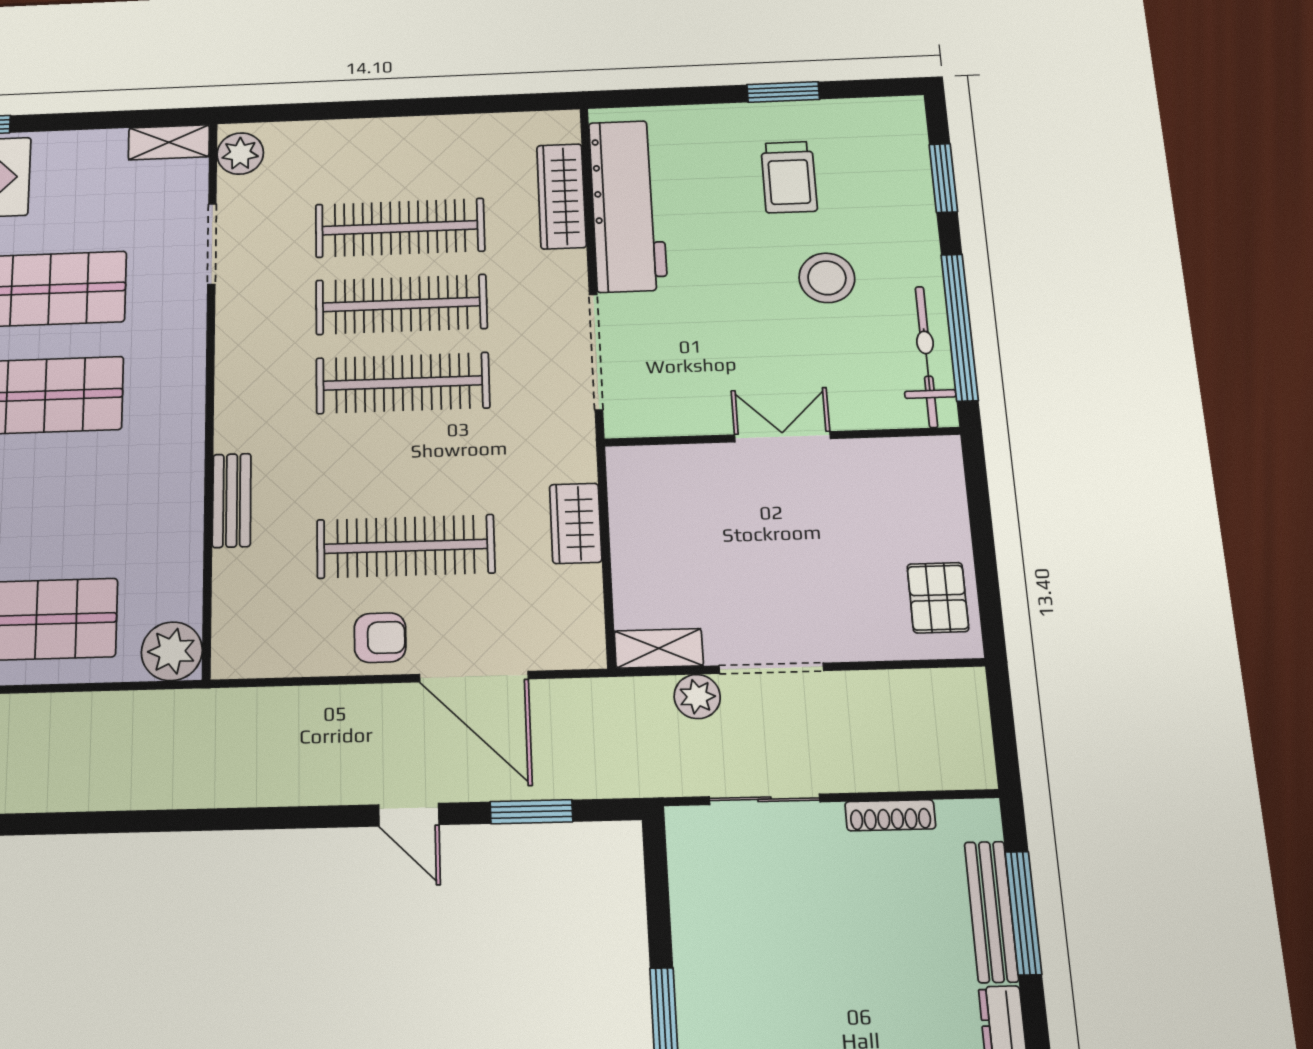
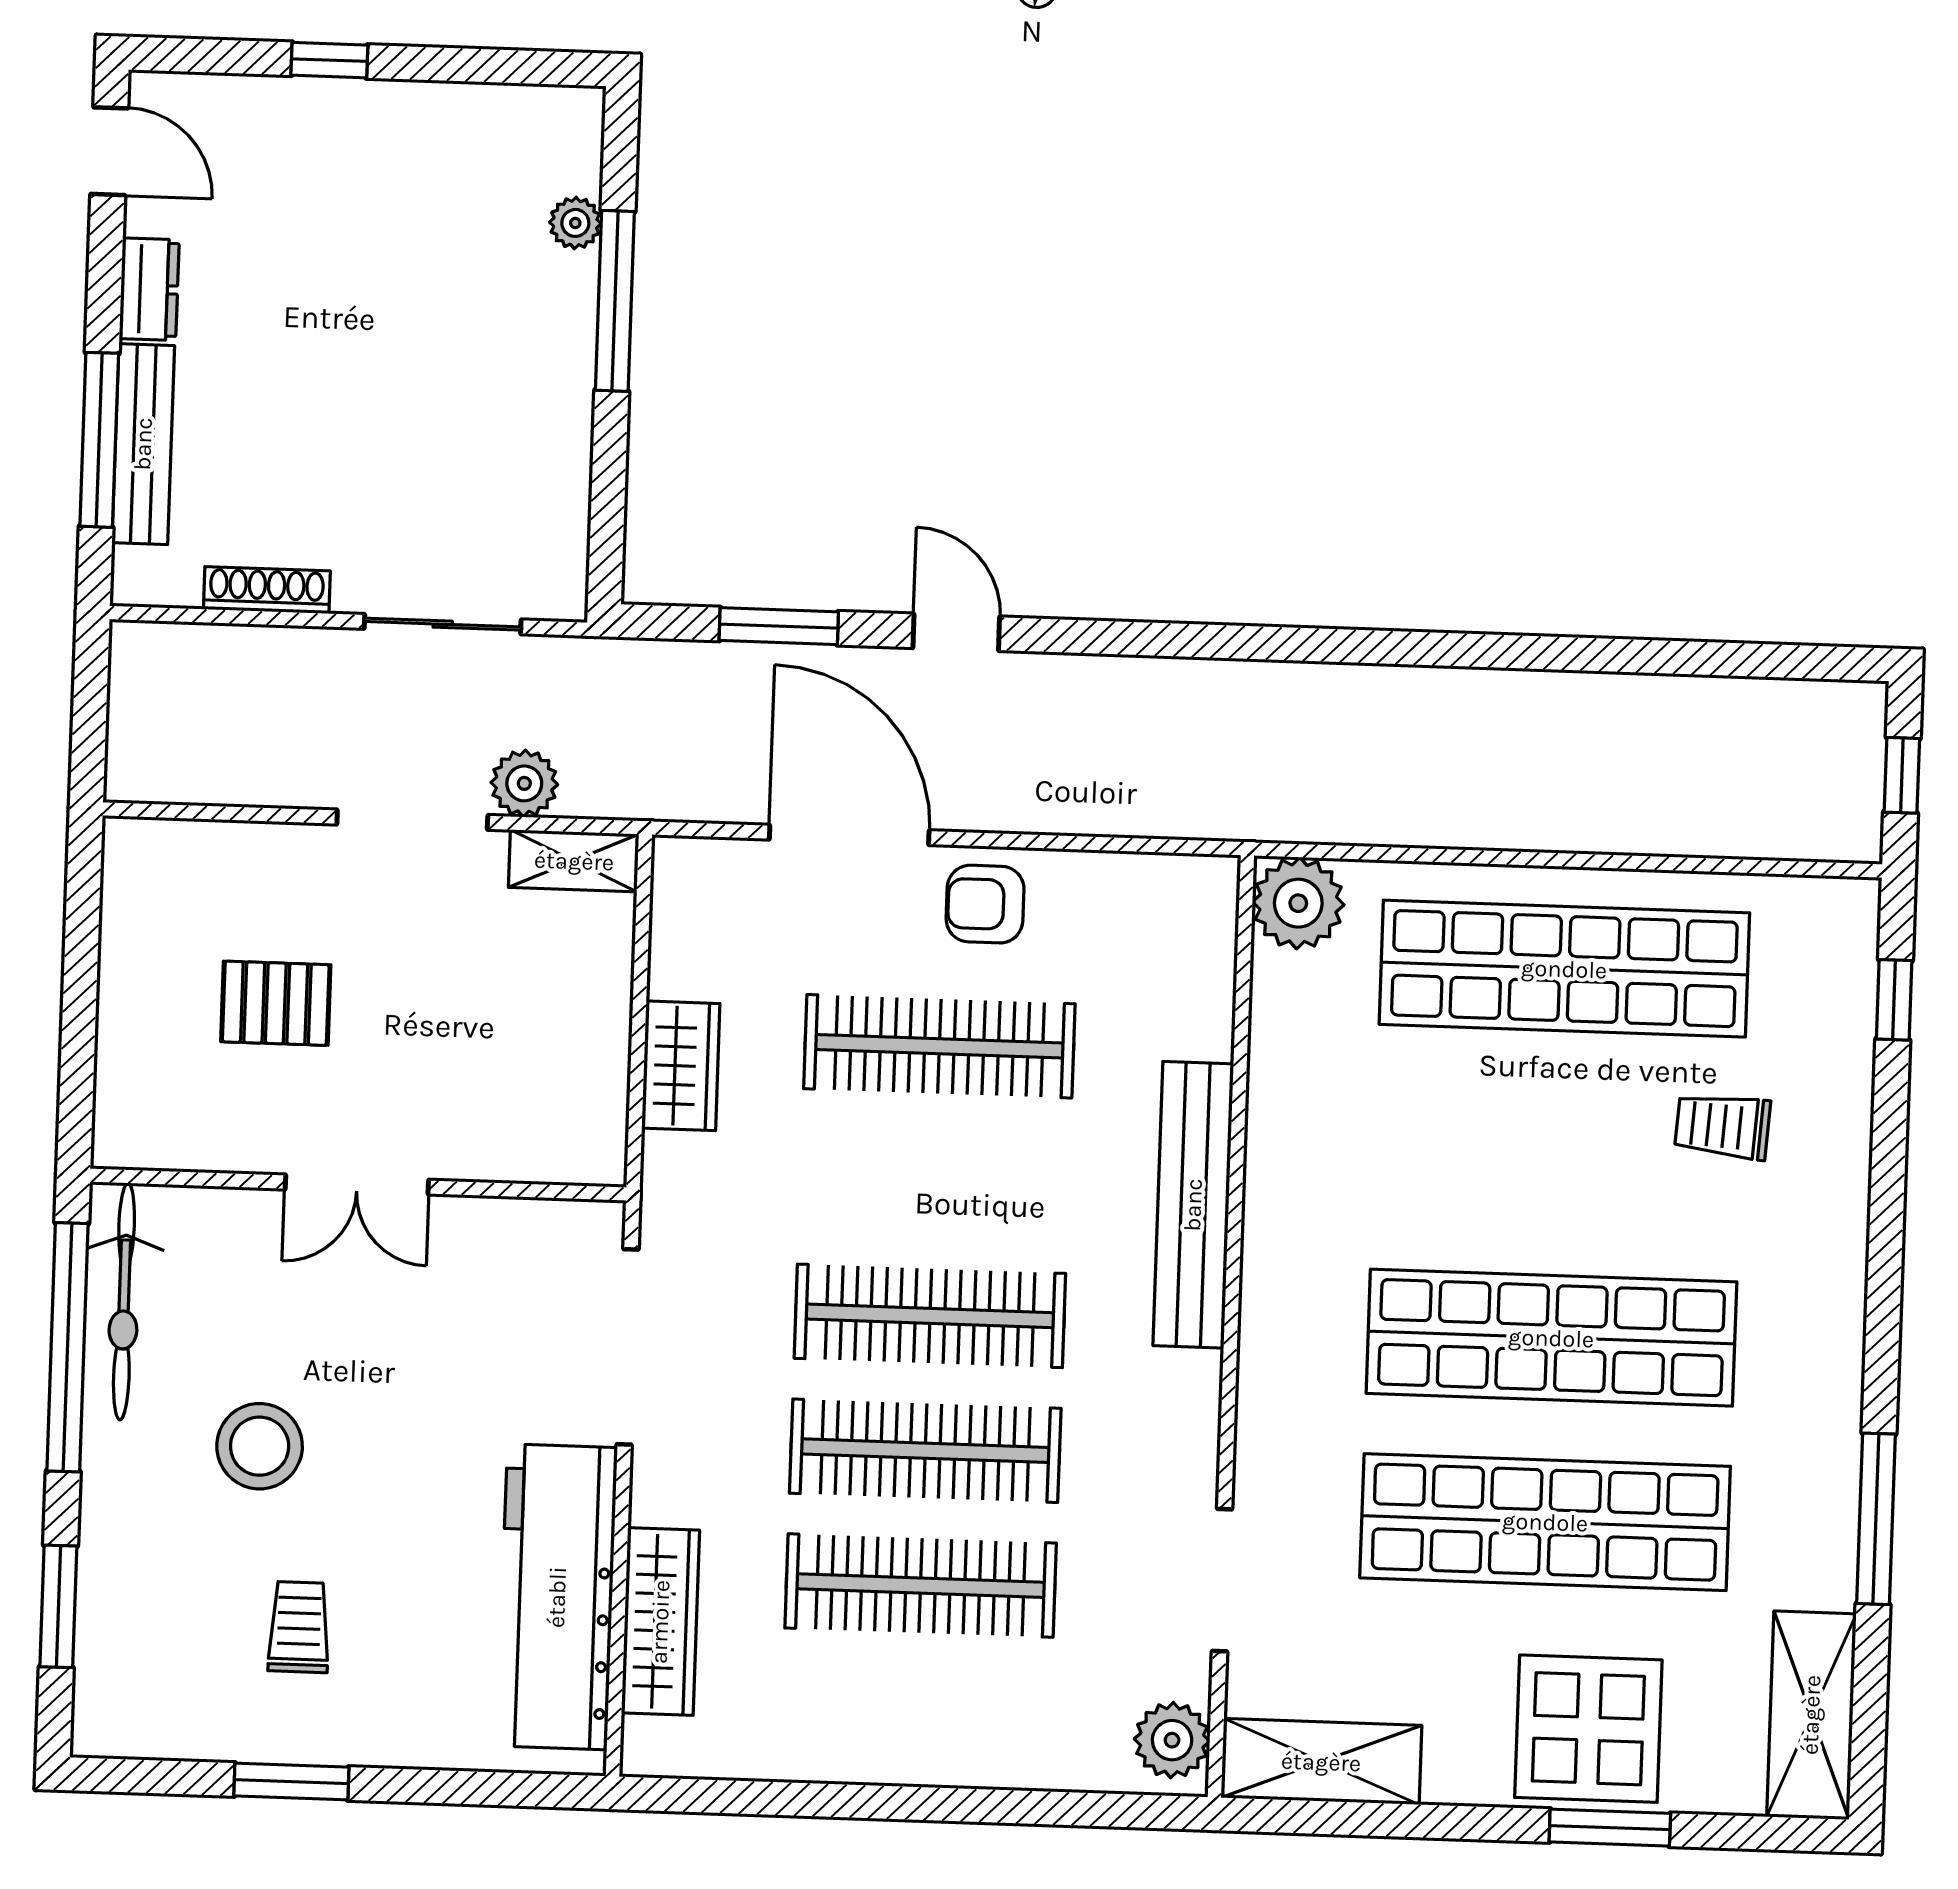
shelving: (169, 142) -> (1321, 1762), width x1.50, depth x1.33
trolley: (789, 177) -> (299, 1627), width x0.73, depth x0.72
bench: (232, 500) -> (1193, 1205), width x1.86, depth x1.21
pallet: (938, 598) -> (276, 1003), moved, turned 90

